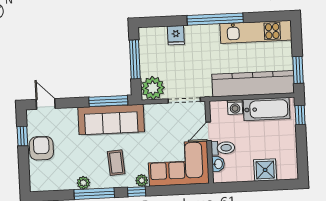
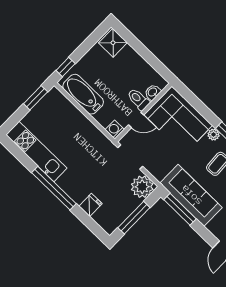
kitchen counter: (253, 84) -> (74, 120), removed
washing machine: (235, 107) -> (115, 130), moved, turned -90
shower: (265, 170) -> (113, 43), moved

